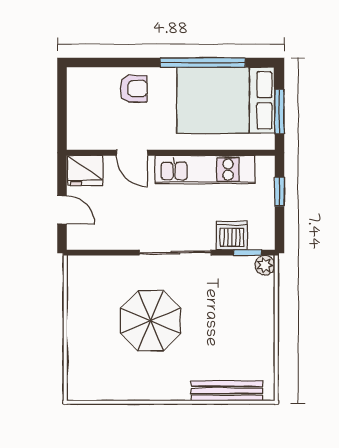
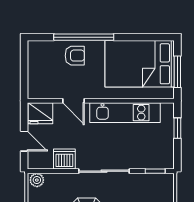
window: (203, 63) -> (84, 37), moved
dishwasher: (232, 235) -> (64, 159), moved
plant: (265, 265) -> (37, 180), moved

